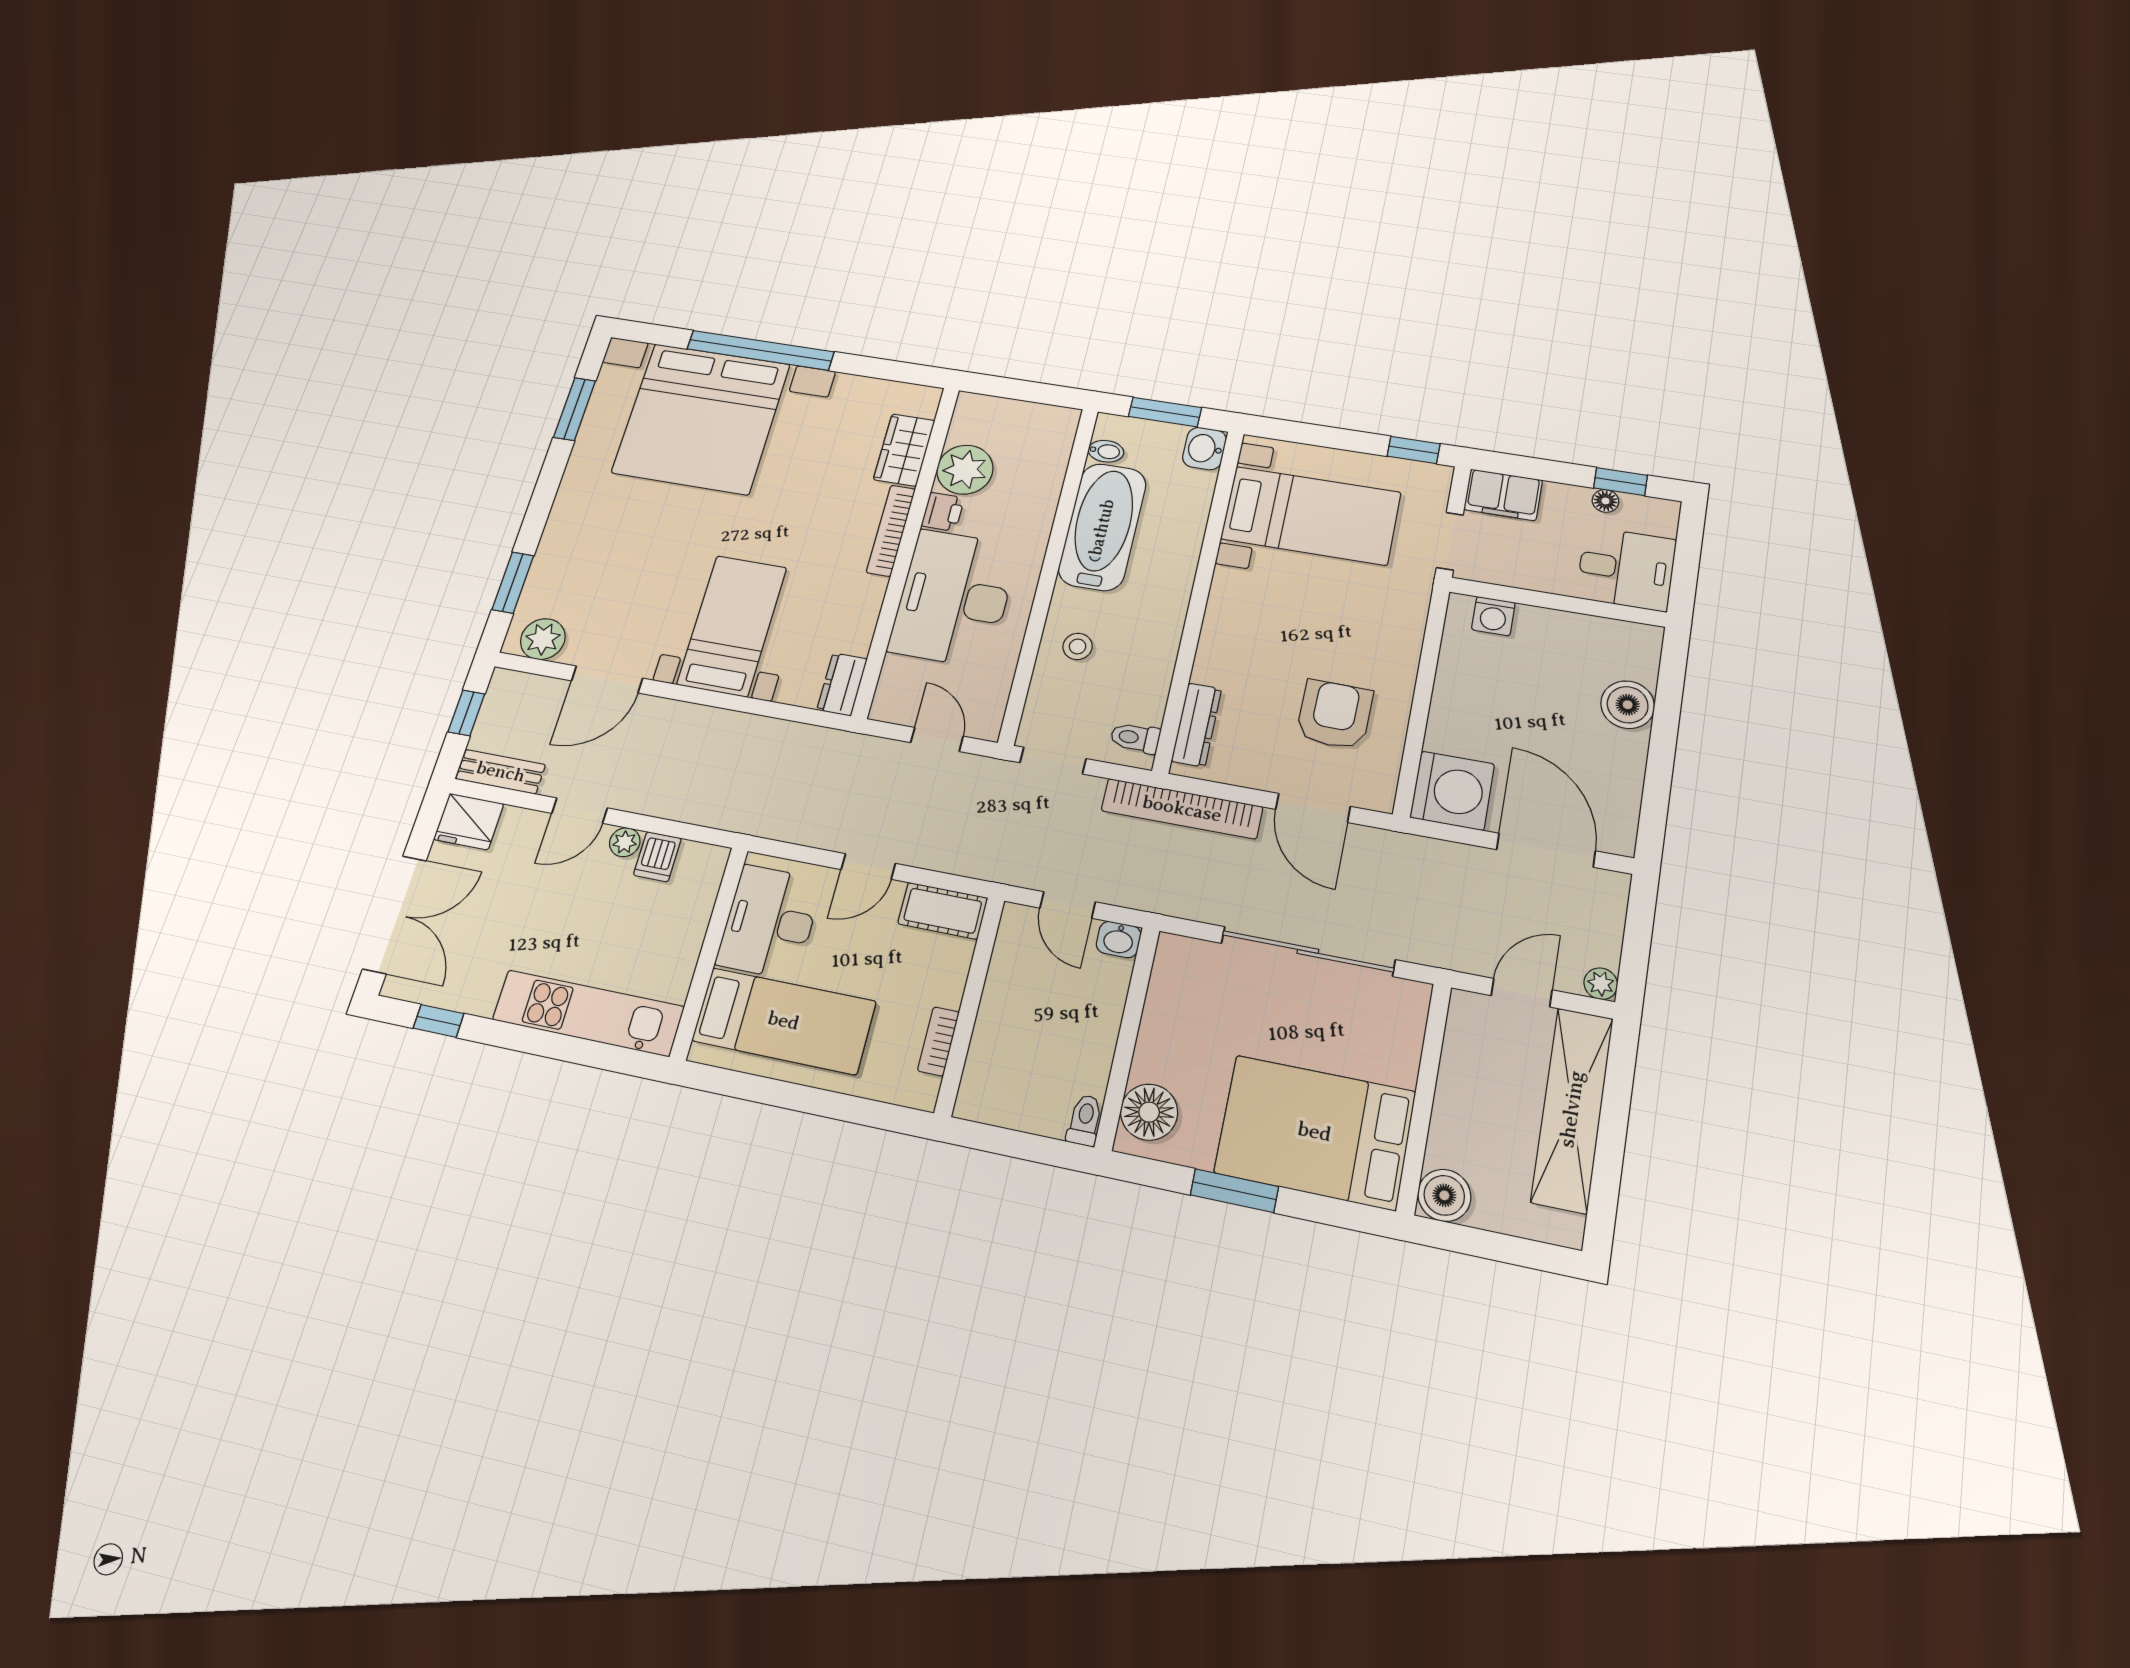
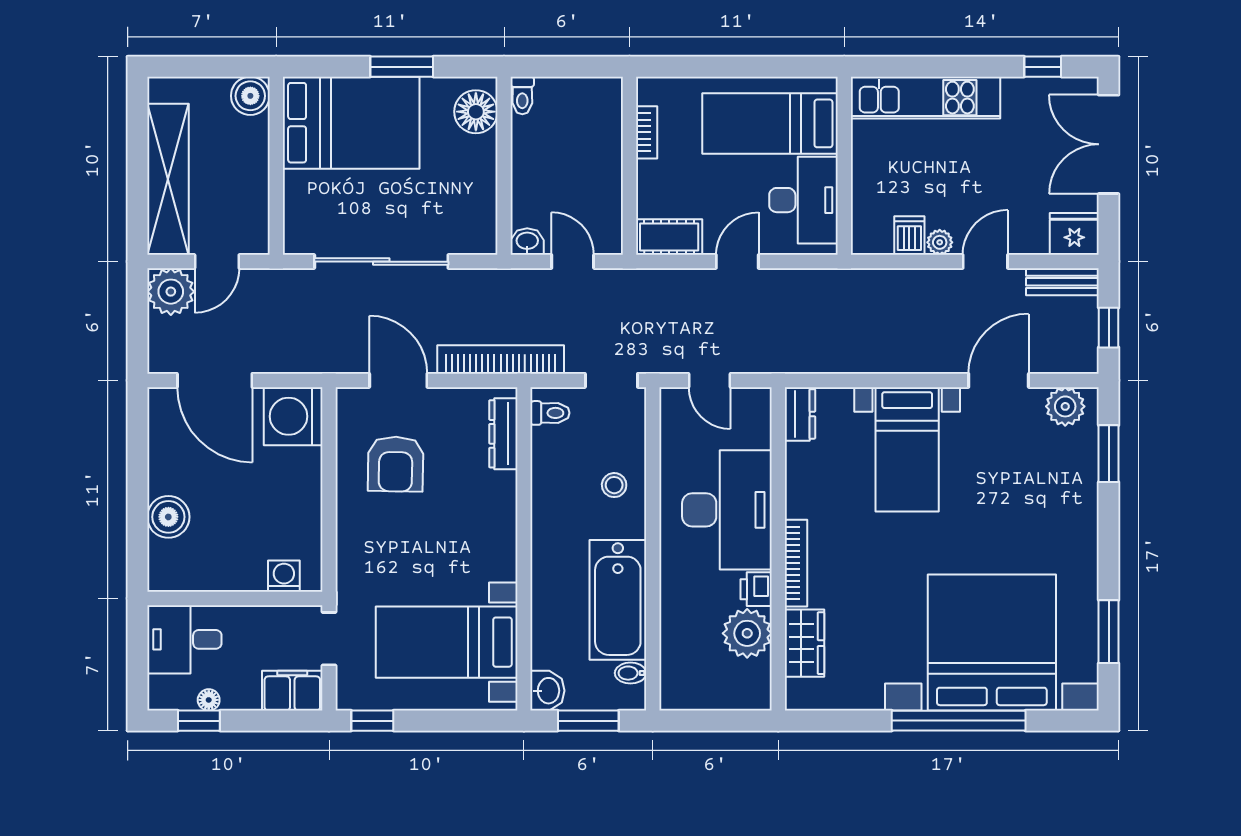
plant: (1601, 984) -> (171, 292), width x1.87, depth x1.87

